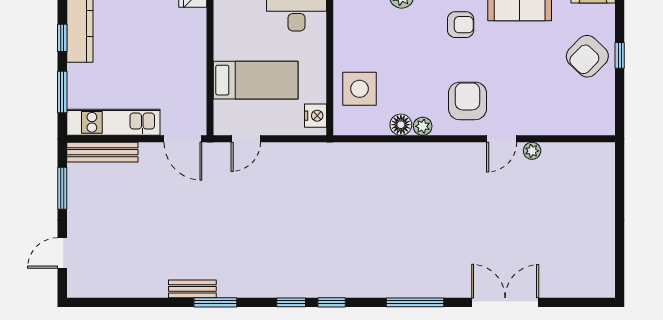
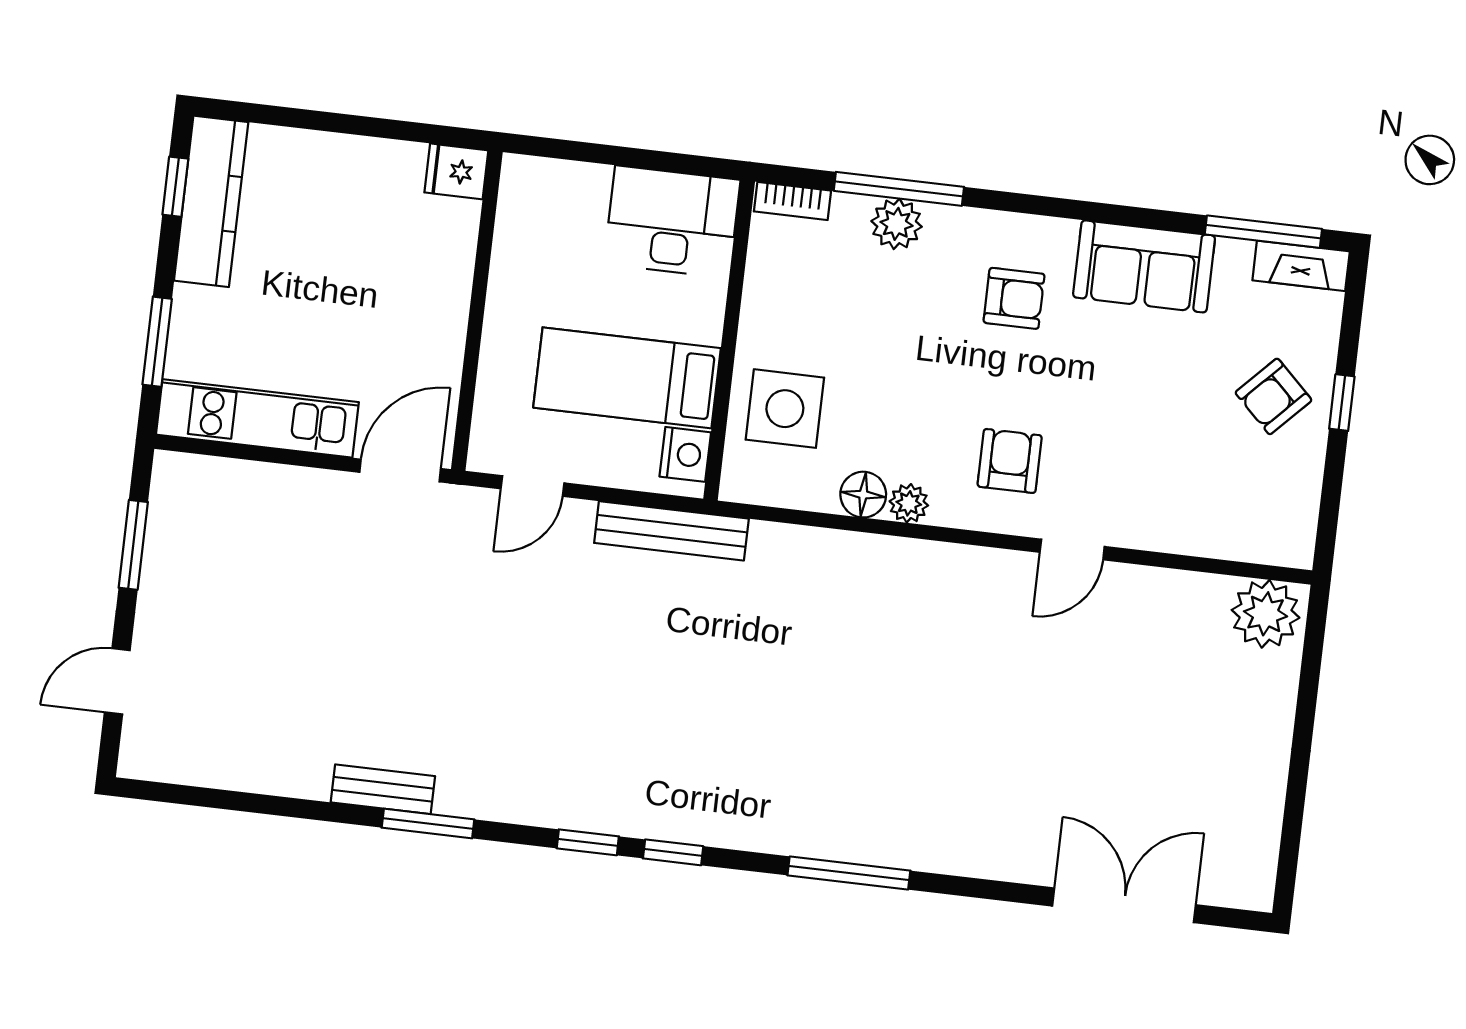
window: (62, 38) -> (175, 187), moved
armchair: (587, 56) -> (1273, 396), width x0.72, depth x0.72
bed: (256, 80) -> (627, 378), moved, turned 180
armchair: (467, 101) -> (1010, 461), width x0.72, depth x0.72
door: (183, 139) -> (400, 470), swing flipped
plant: (532, 151) -> (1266, 614), moved, width x1.88, depth x1.88
bench: (102, 152) -> (671, 531), moved
double door: (505, 302) -> (1124, 905), moved

